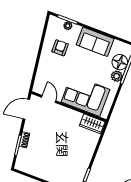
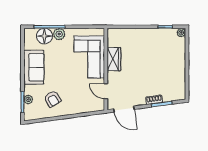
armchair: (60, 48) -> (52, 99), turned -120
door: (49, 99) -> (106, 91), hinge flipped
wardrobe: (92, 124) -> (114, 59), moved

